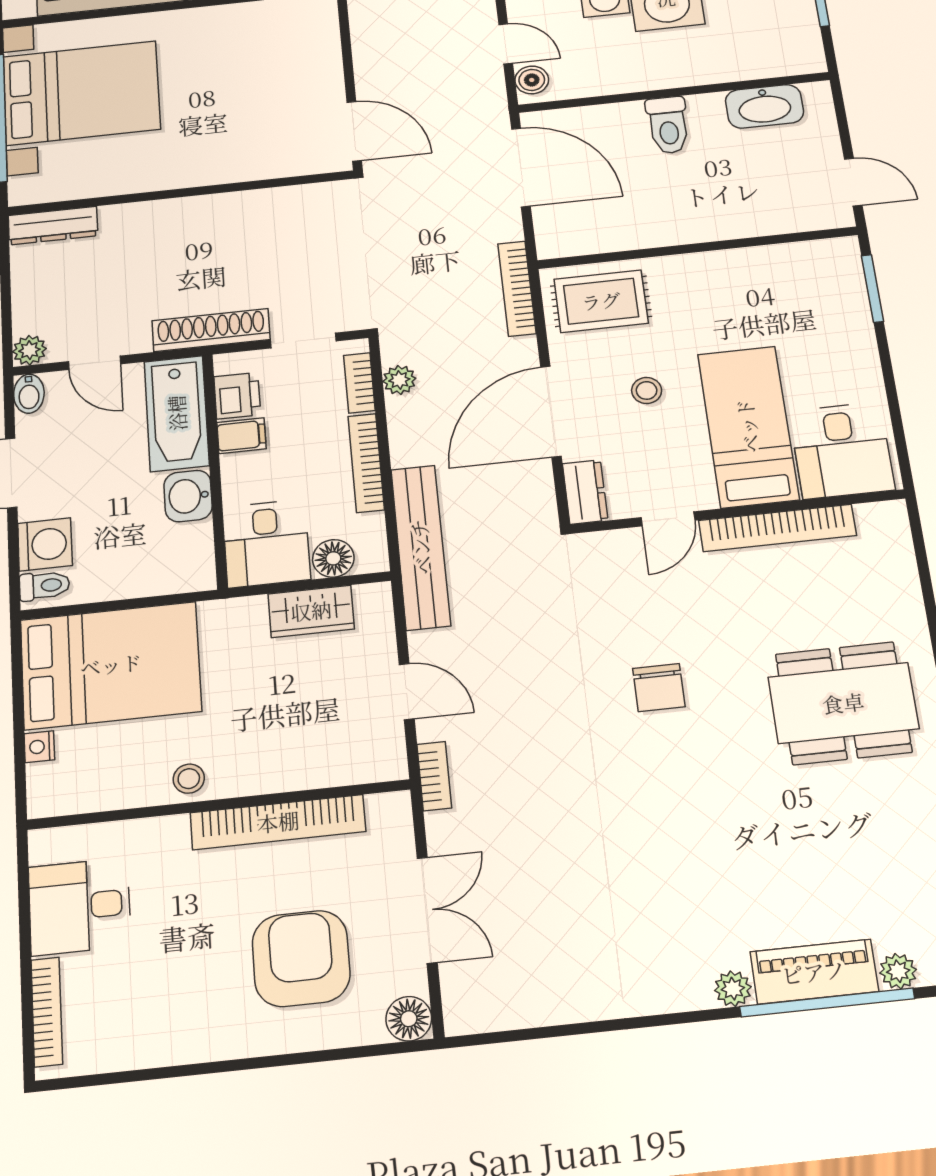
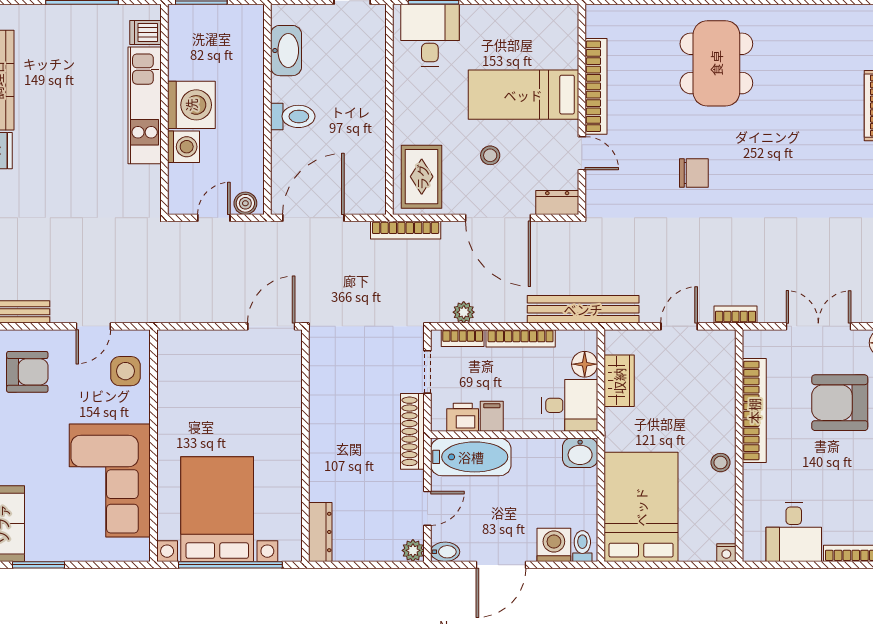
desk: (842, 450) -> (430, 36), moved, turned -90
washbasin: (188, 496) -> (580, 453), moved
nightstand: (39, 747) -> (726, 553), moved

